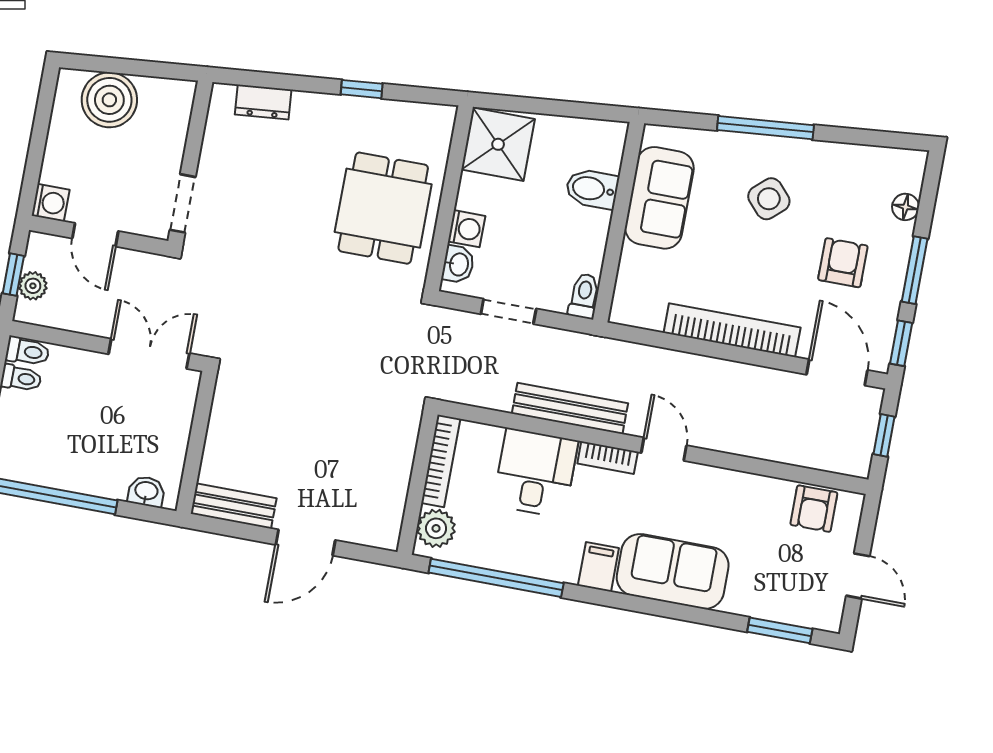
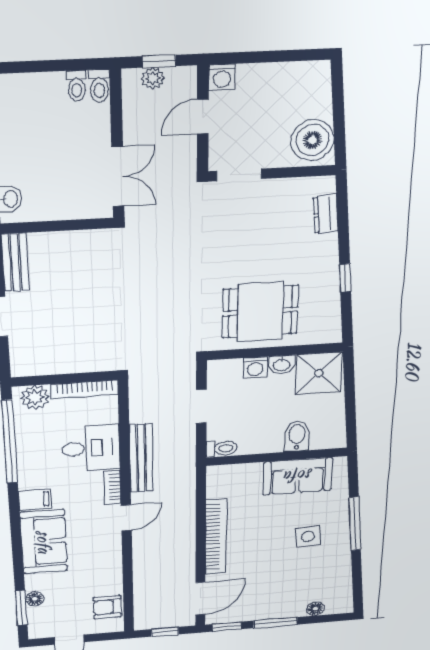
boiler: (109, 100) -> (312, 140), moved
side table: (769, 199) -> (308, 536), turned 38
armchair: (843, 263) -> (273, 585), removed
washbasin: (458, 264) -> (282, 365), moved
floor lamp: (769, 608) -> (35, 599), added

